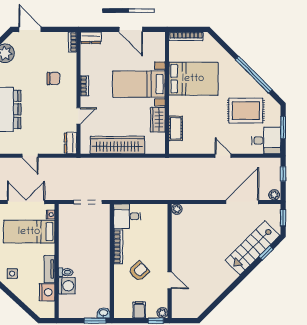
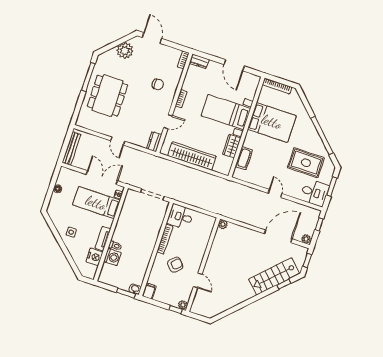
filing cabinet: (139, 310) -> (149, 291), moved

